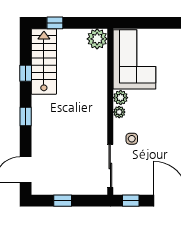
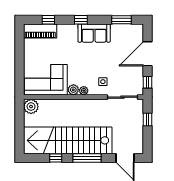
window: (55, 23) -> (19, 137), removed
stairs: (44, 61) -> (68, 140), width x1.86, depth x1.51
window: (26, 117) -> (87, 158), width x2.17
window: (63, 201) -> (147, 119), moved

